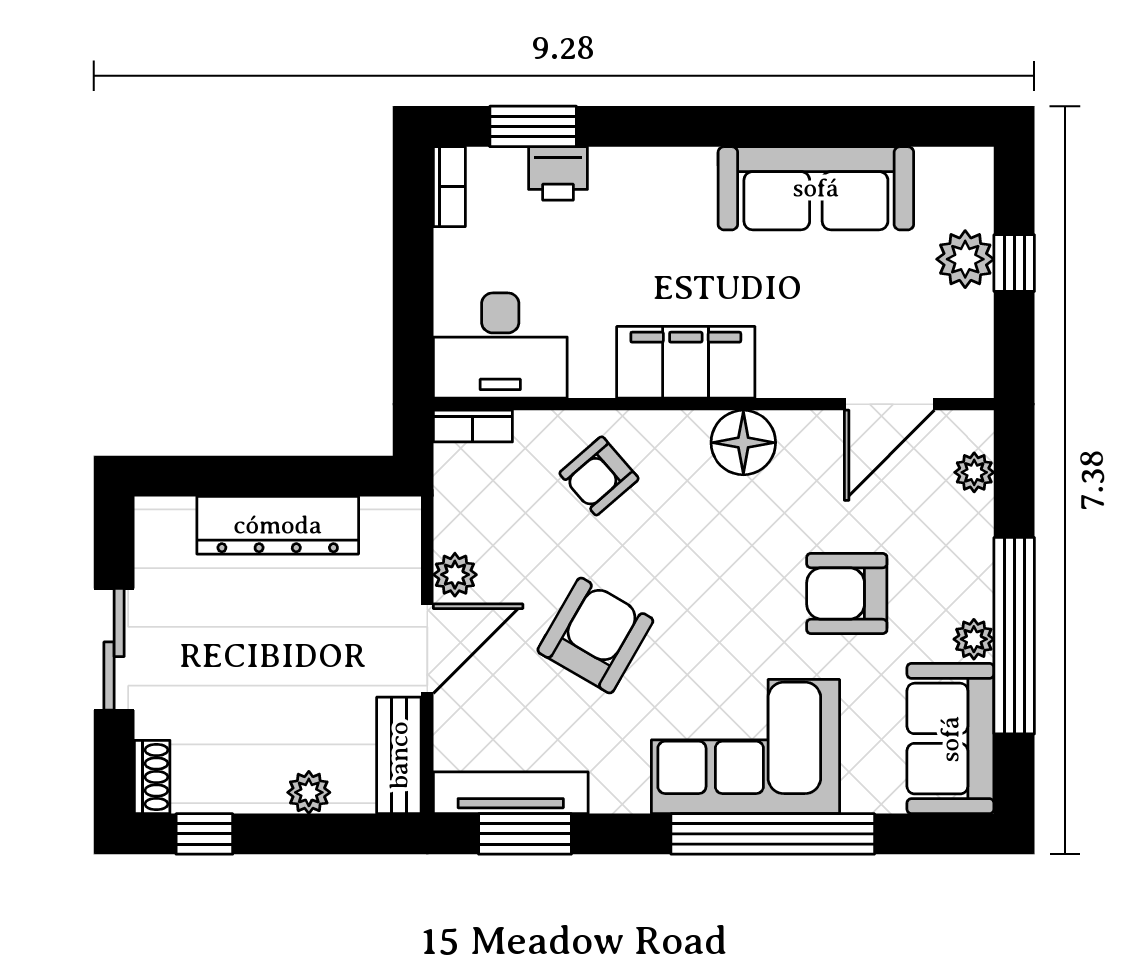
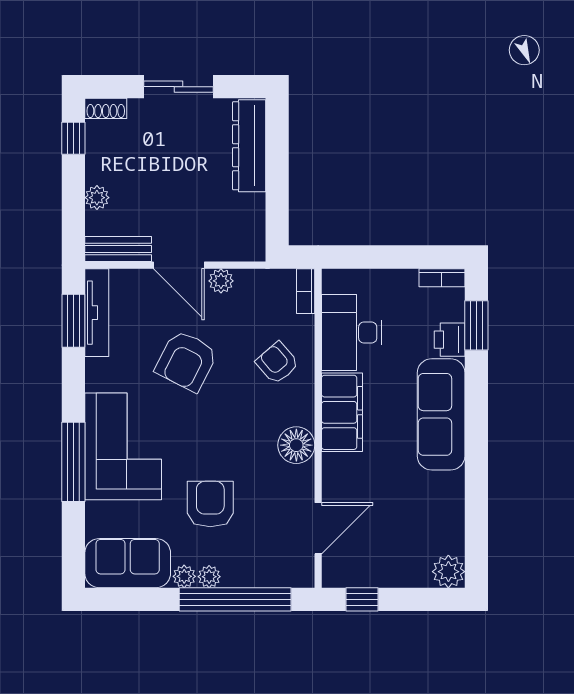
sofa: (816, 188) -> (441, 414), moved
plant: (965, 259) -> (448, 572), moved
window: (1014, 263) -> (362, 599), moved
desk: (500, 346) -> (352, 333), moved
door: (889, 404) -> (318, 528), swing flipped
plant: (974, 472) -> (209, 577), moved
dresser: (278, 525) -> (249, 146), moved
armchair: (595, 635) -> (186, 361), turned 87
window: (1014, 636) -> (235, 599), moved
window: (773, 834) -> (73, 462), width x0.68

